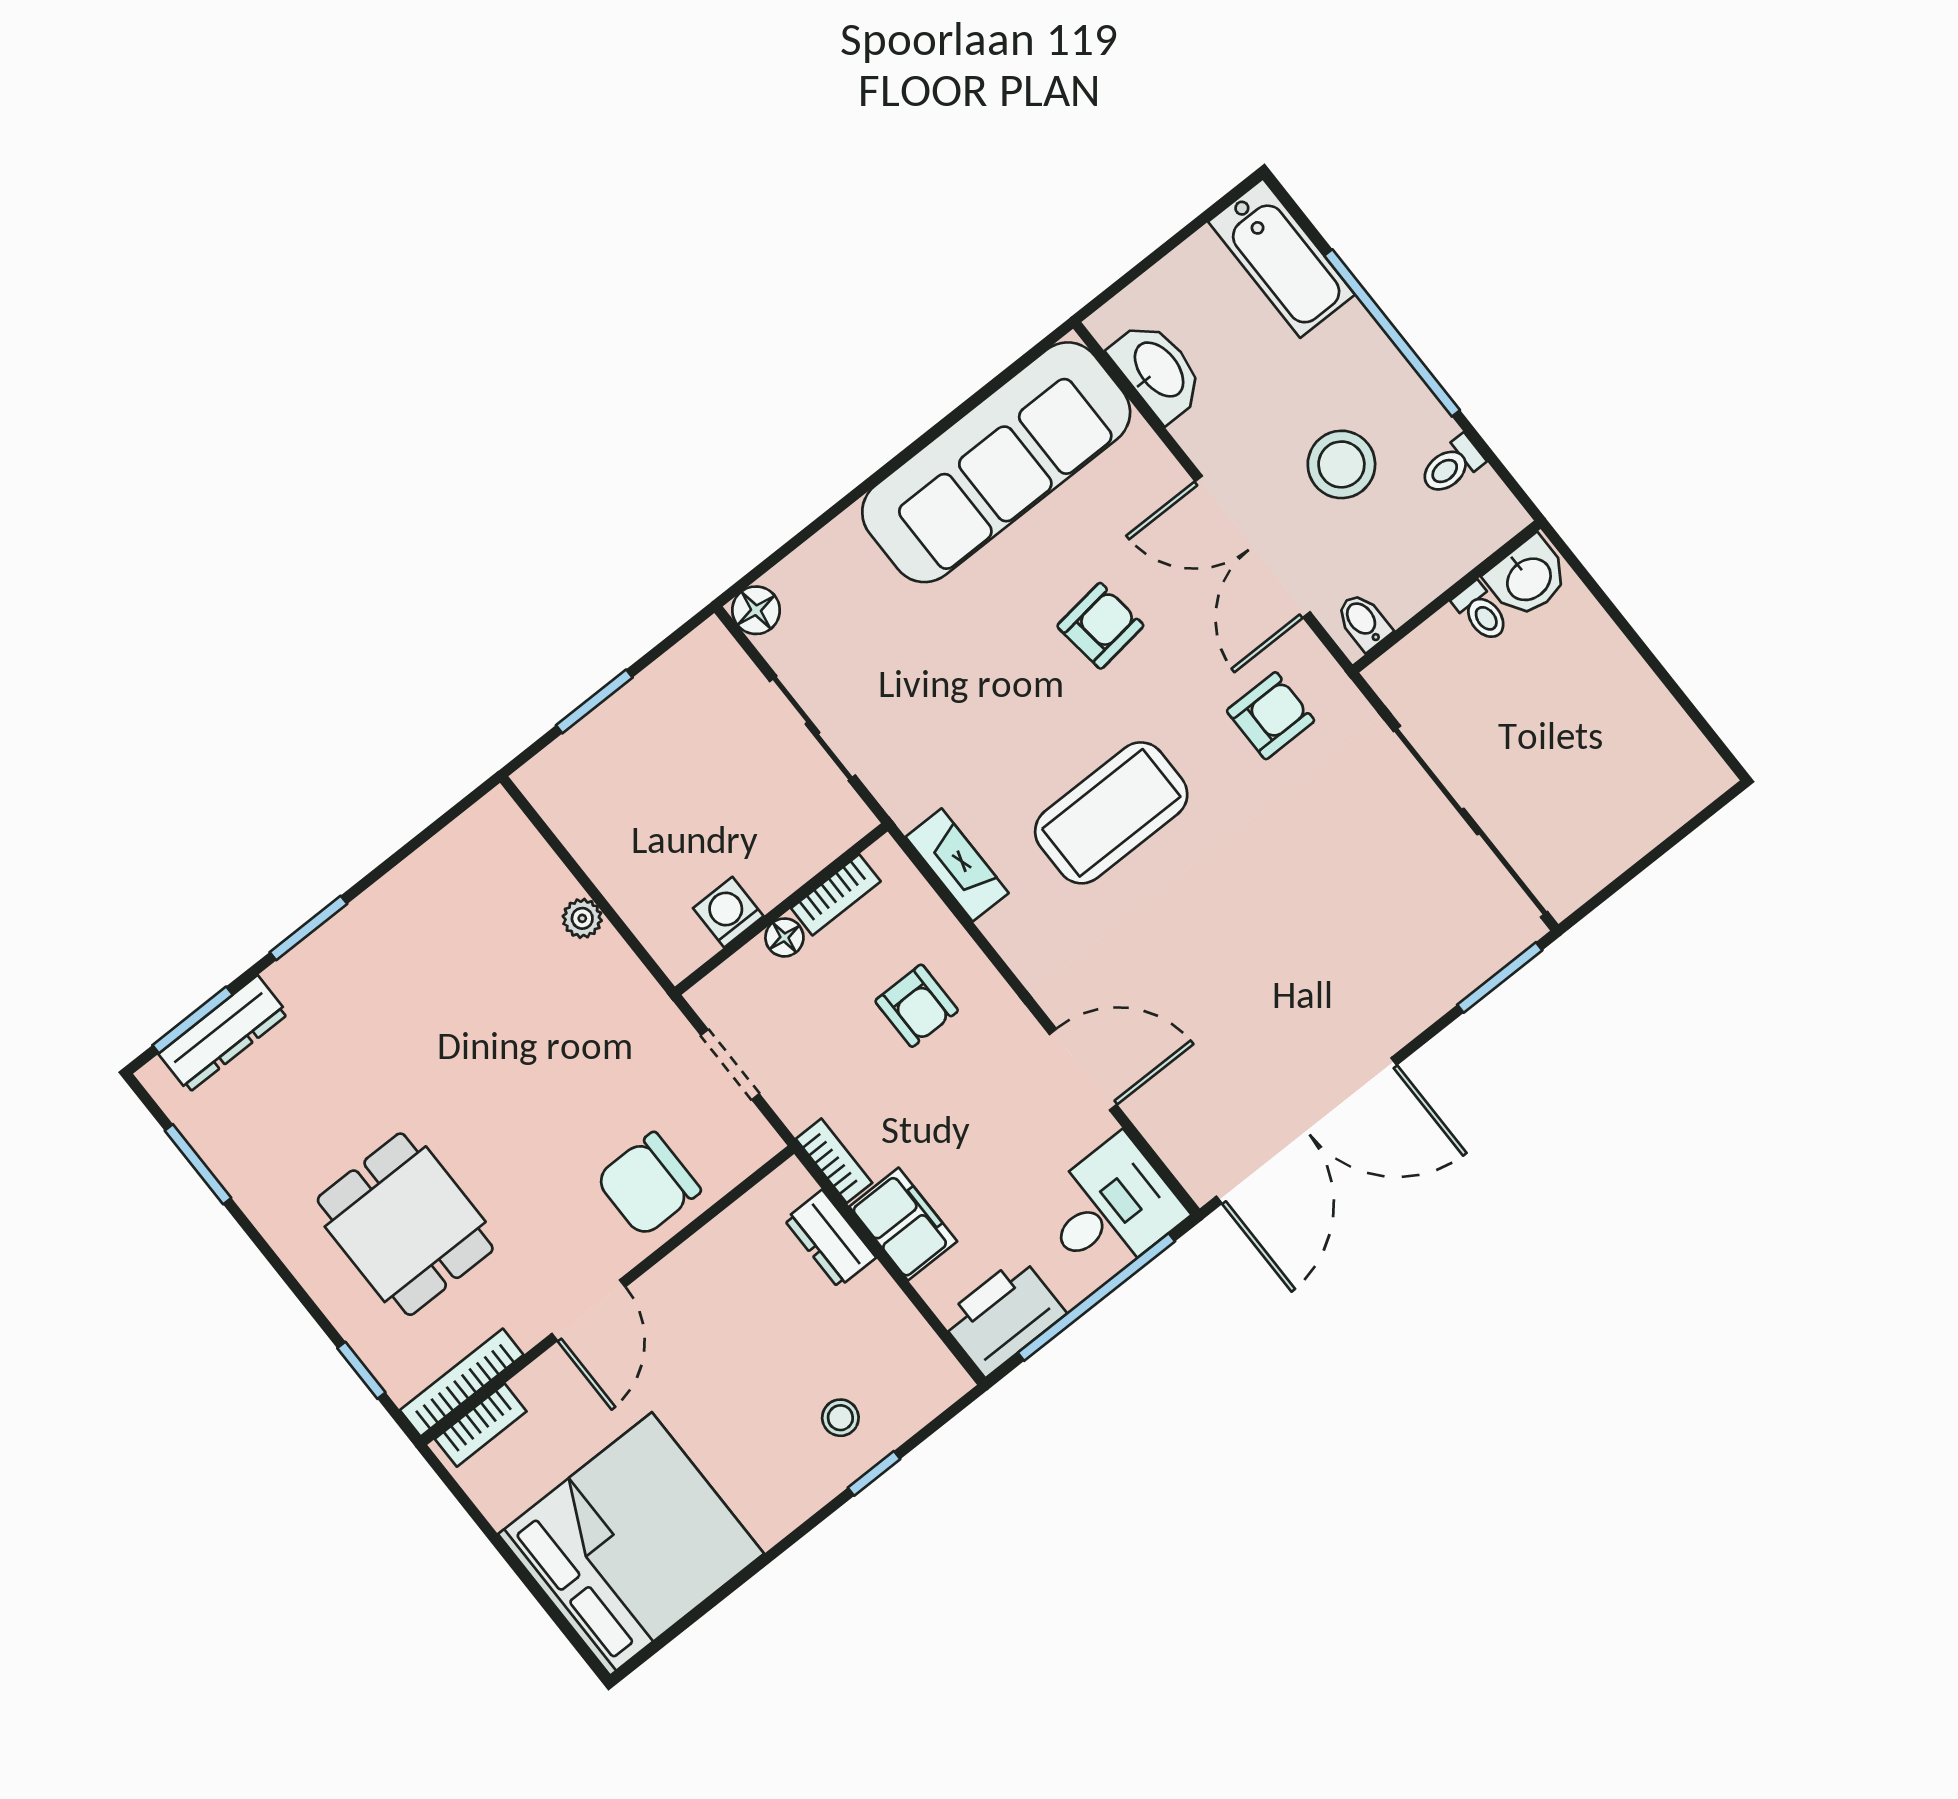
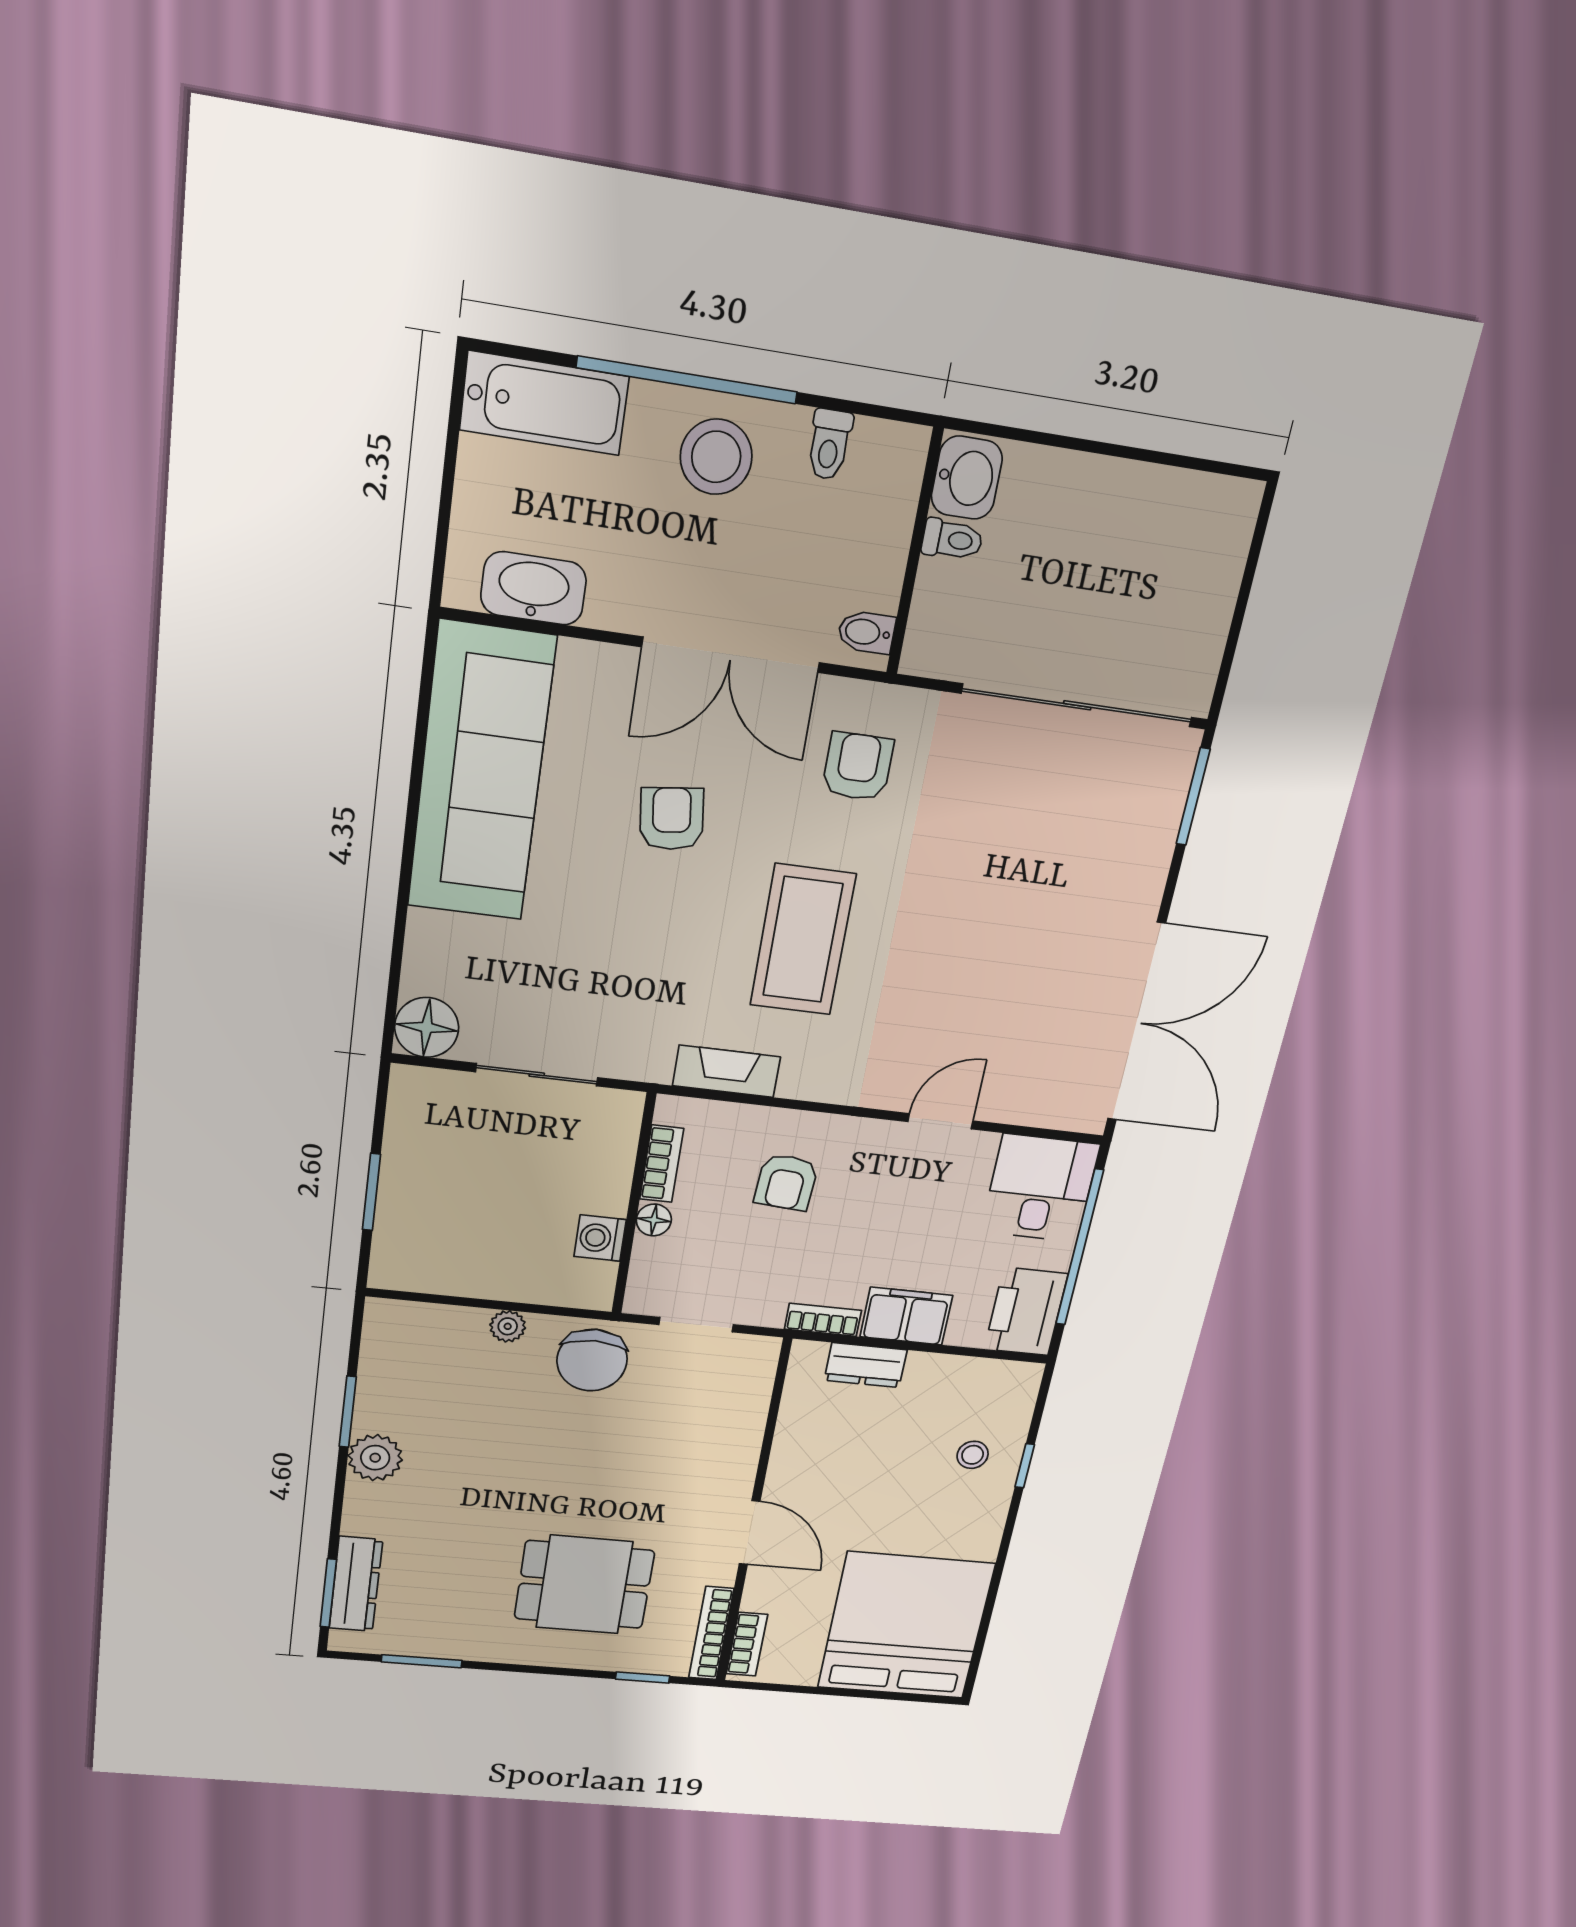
stool: (1341, 464) -> (716, 457), moved
floor lamp: (756, 610) -> (427, 1027), width x1.38, depth x1.38
window: (308, 928) -> (348, 1412), moved
plant: (361, 932) -> (375, 1458), added
armchair: (917, 1006) -> (786, 1182), turned 94
door: (1083, 1070) -> (940, 1121), width x0.73
chair: (648, 1185) -> (592, 1360), moved

